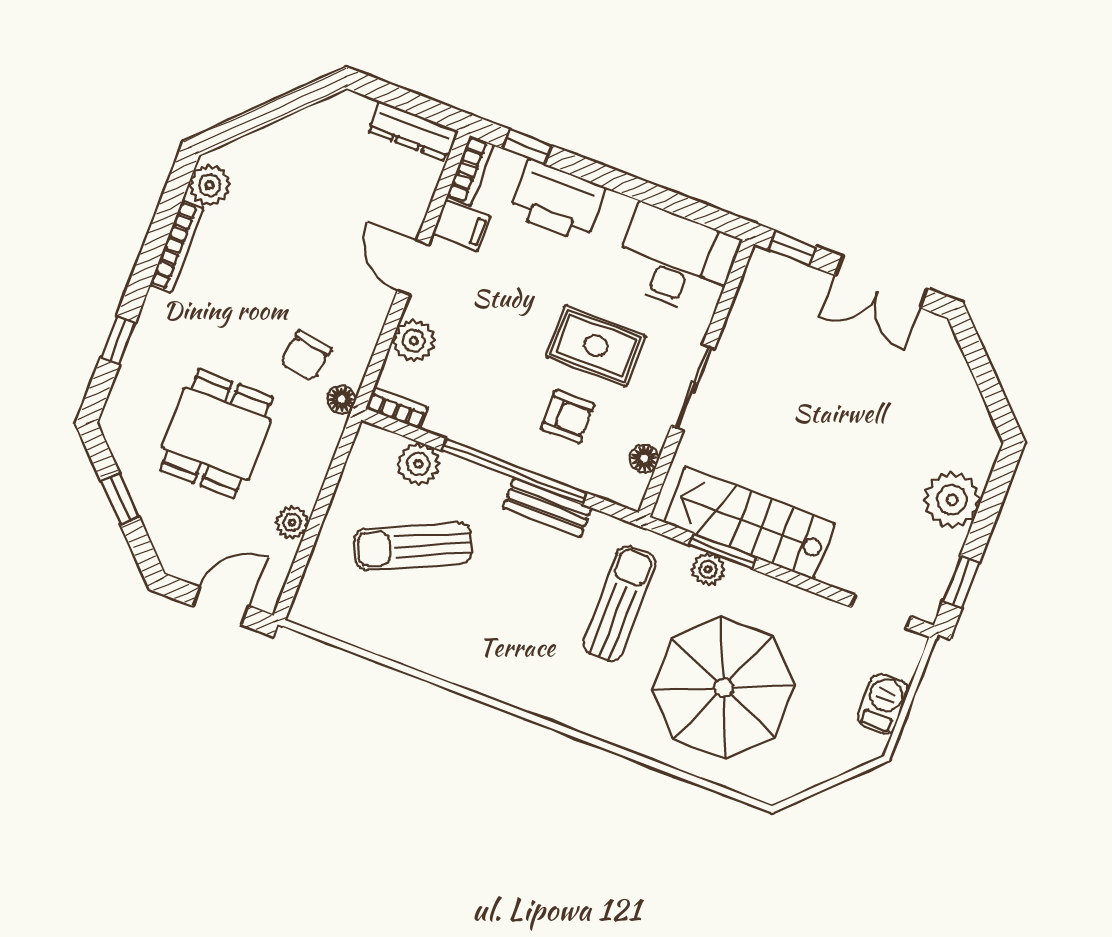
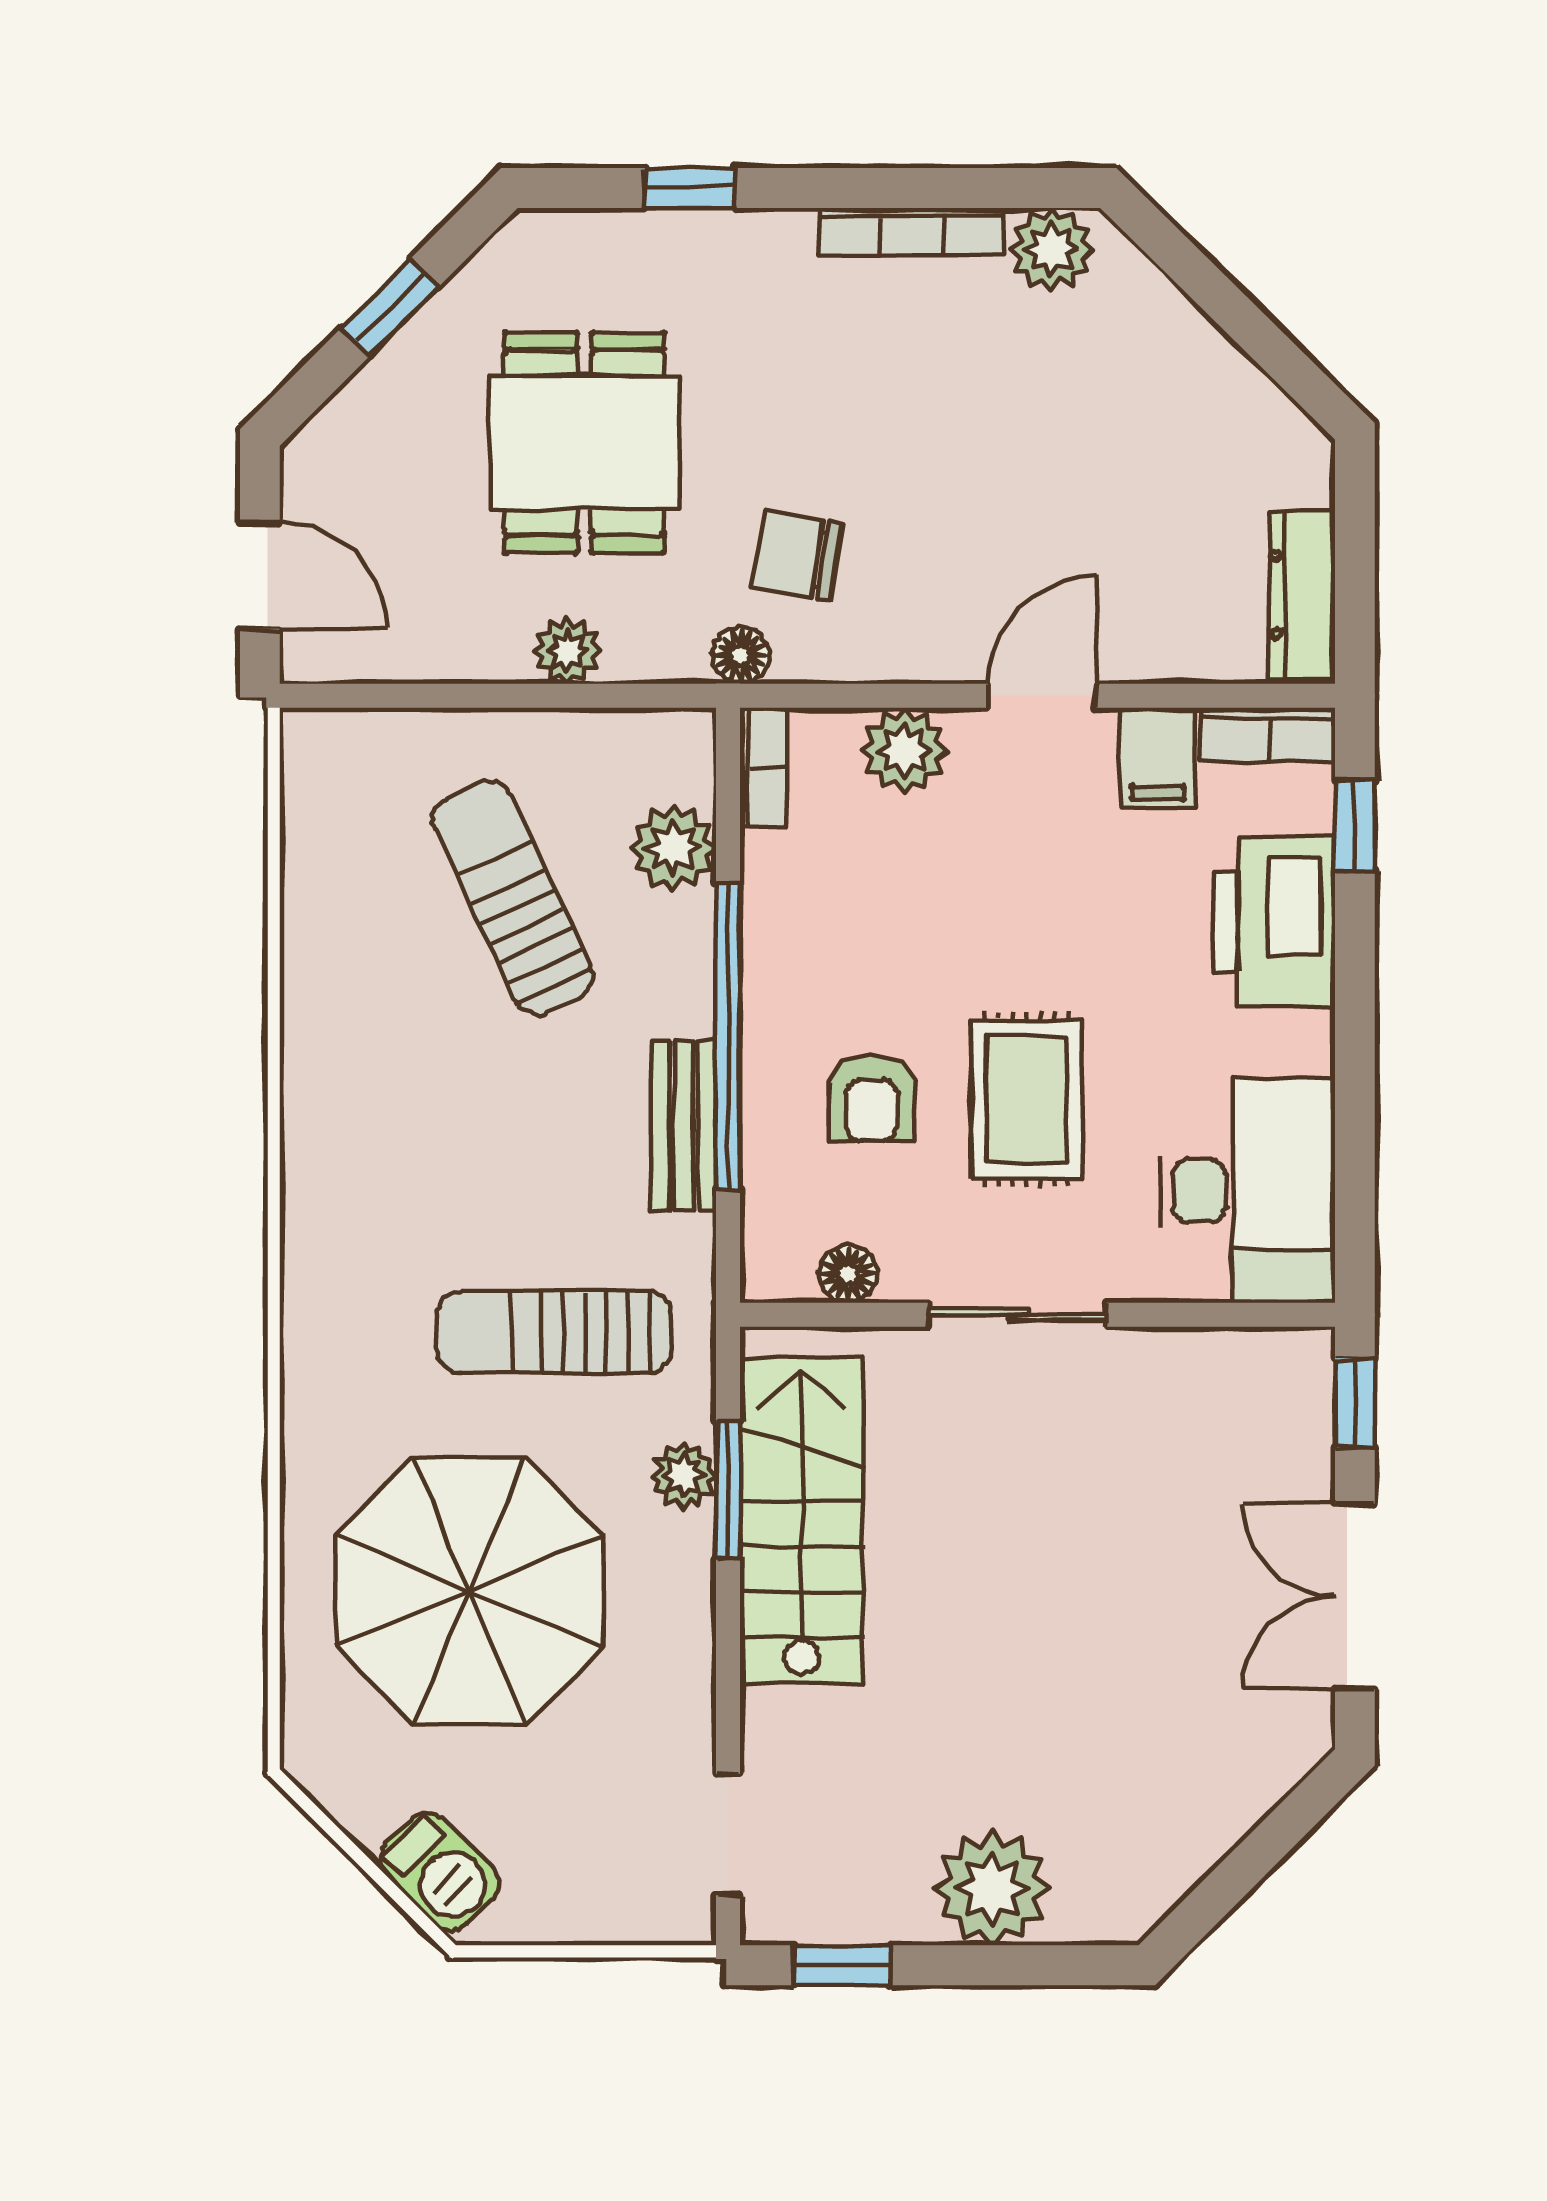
dining table: (216, 434) -> (584, 443), turned 90
plant: (292, 522) -> (567, 651), moved
sun lounger: (619, 604) -> (554, 1332), turned 180
barbecue: (883, 704) -> (439, 1872), moved, turned 45

